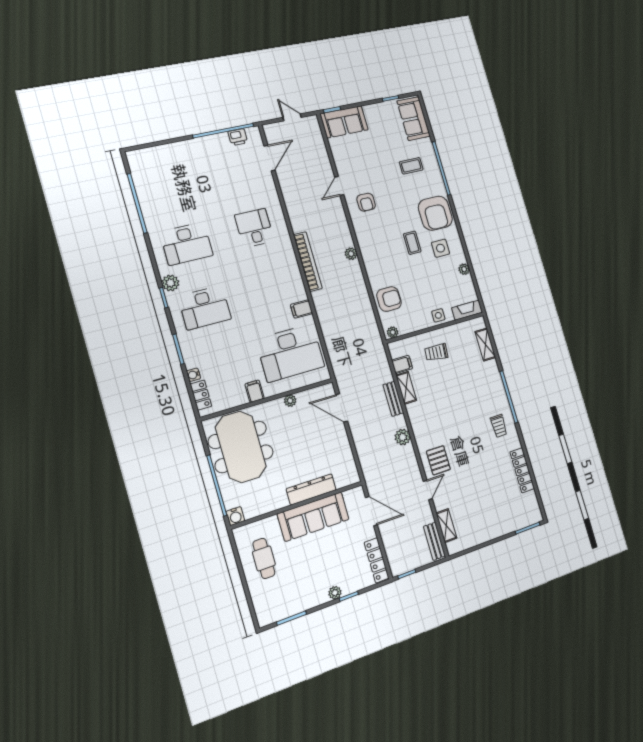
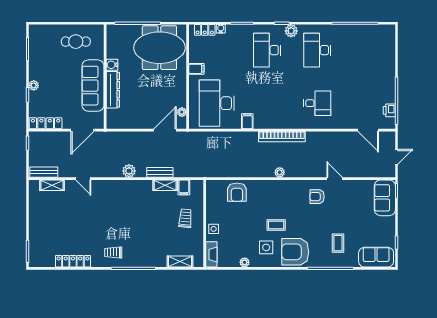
plant: (393, 332) -> (211, 187), removed
plant: (290, 401) -> (182, 112), moved
pallet: (438, 460) -> (103, 194), removed
water cooler: (235, 516) -> (112, 65), moved

